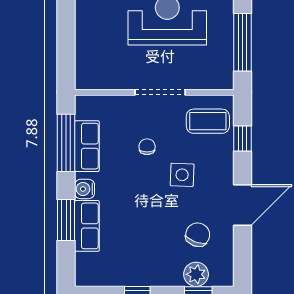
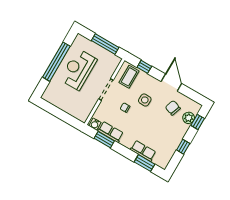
window: (66, 143) -> (104, 140), width x0.69
water cooler: (85, 189) -> (95, 124), moved
window: (66, 220) -> (144, 163), moved

